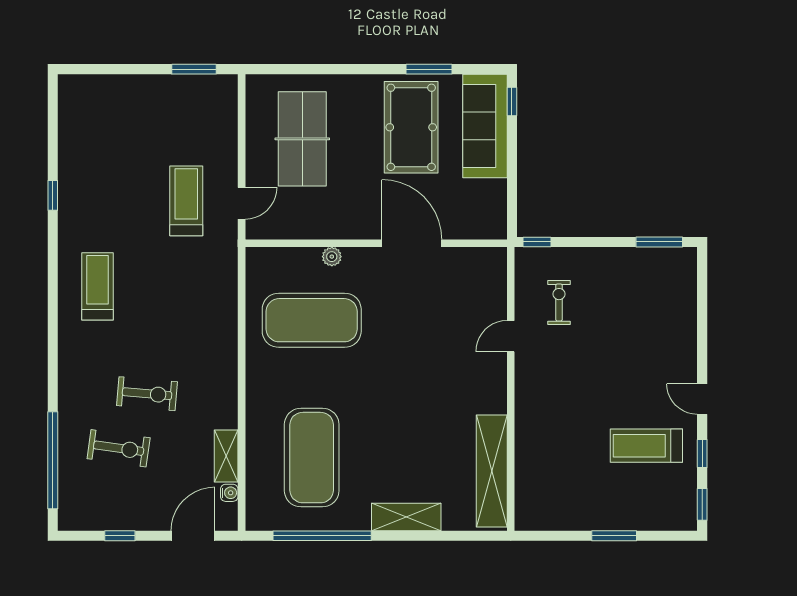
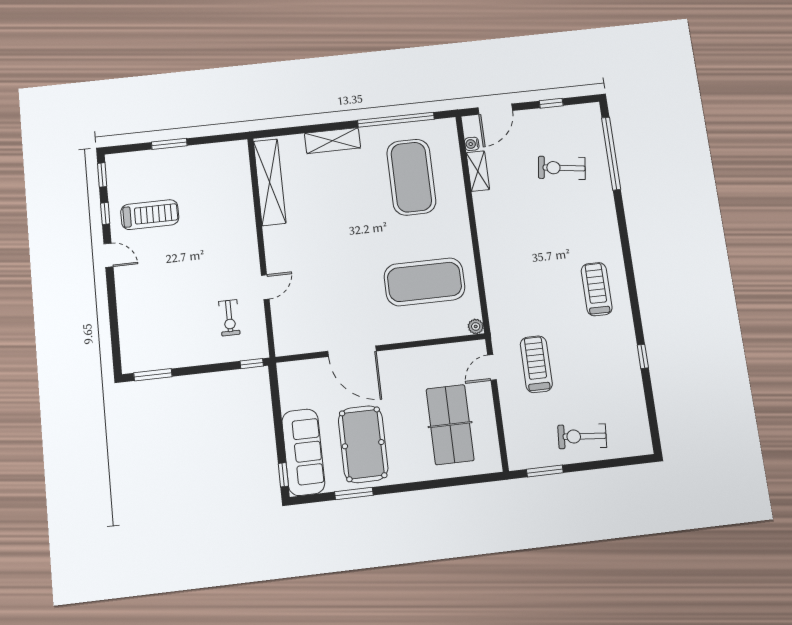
treadmill: (186, 201) -> (536, 364), turned 180
plant: (332, 257) -> (476, 326), moved
treadmill: (98, 286) -> (597, 289), turned 180
exercise bike: (147, 394) -> (582, 436), moved

